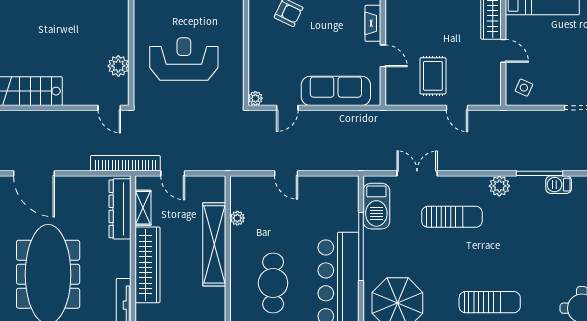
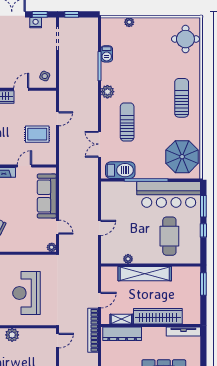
plant: (118, 66) -> (12, 335), moved
cafe table: (273, 283) -> (169, 236), turned 90

